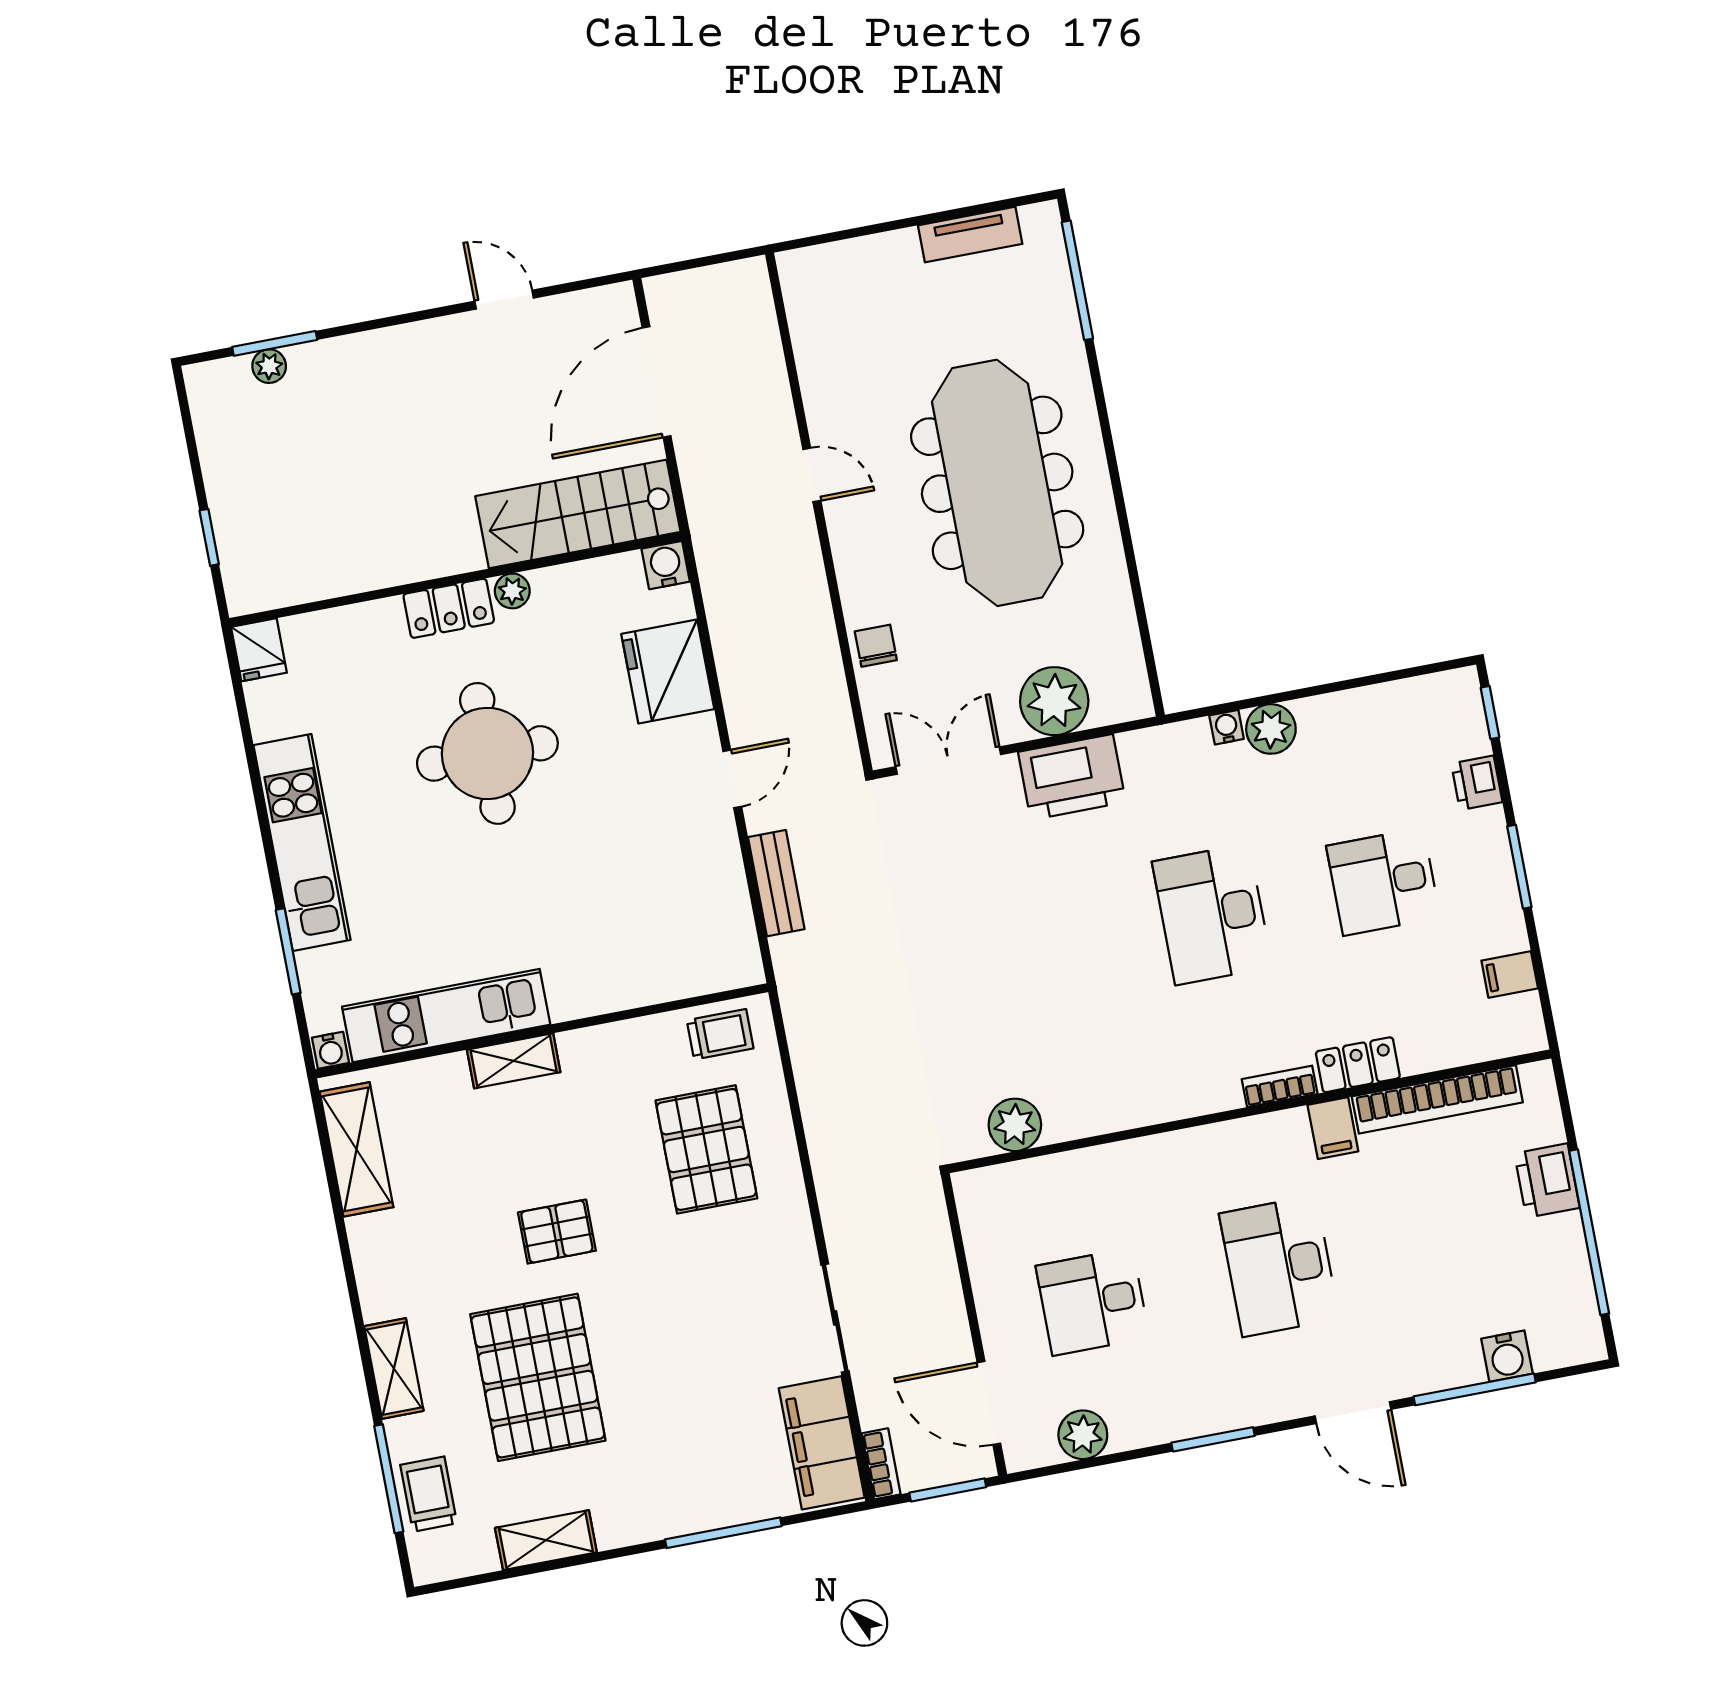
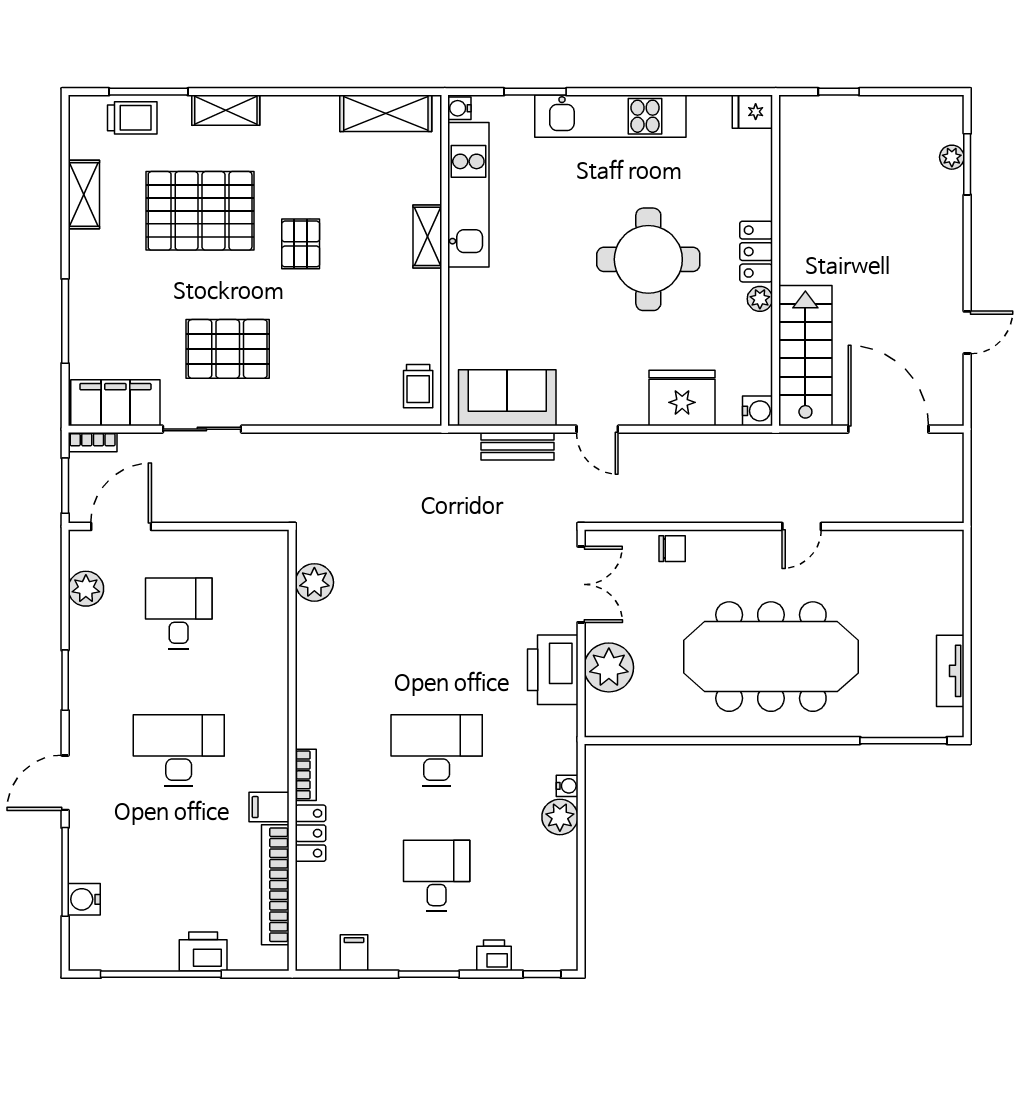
sofa: (713, 910) -> (507, 398), added
pallet: (706, 1149) -> (228, 349), moved

